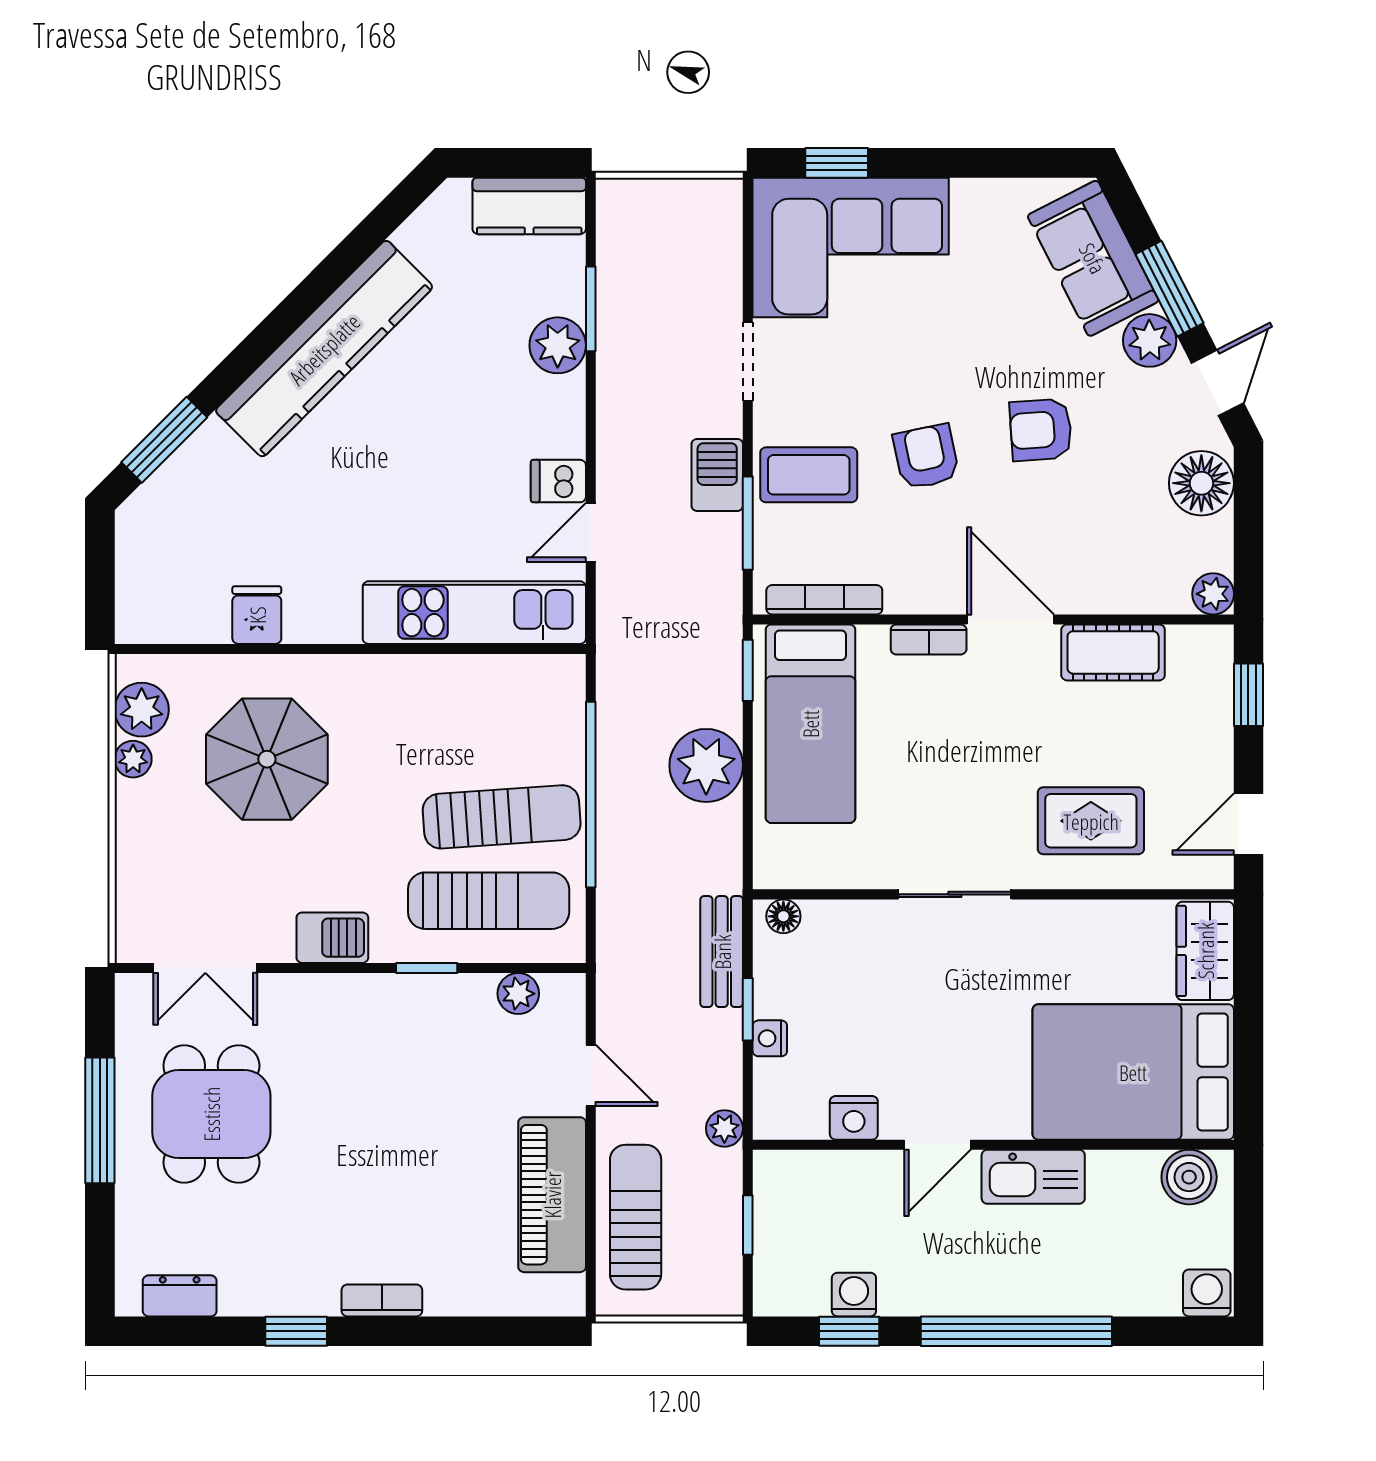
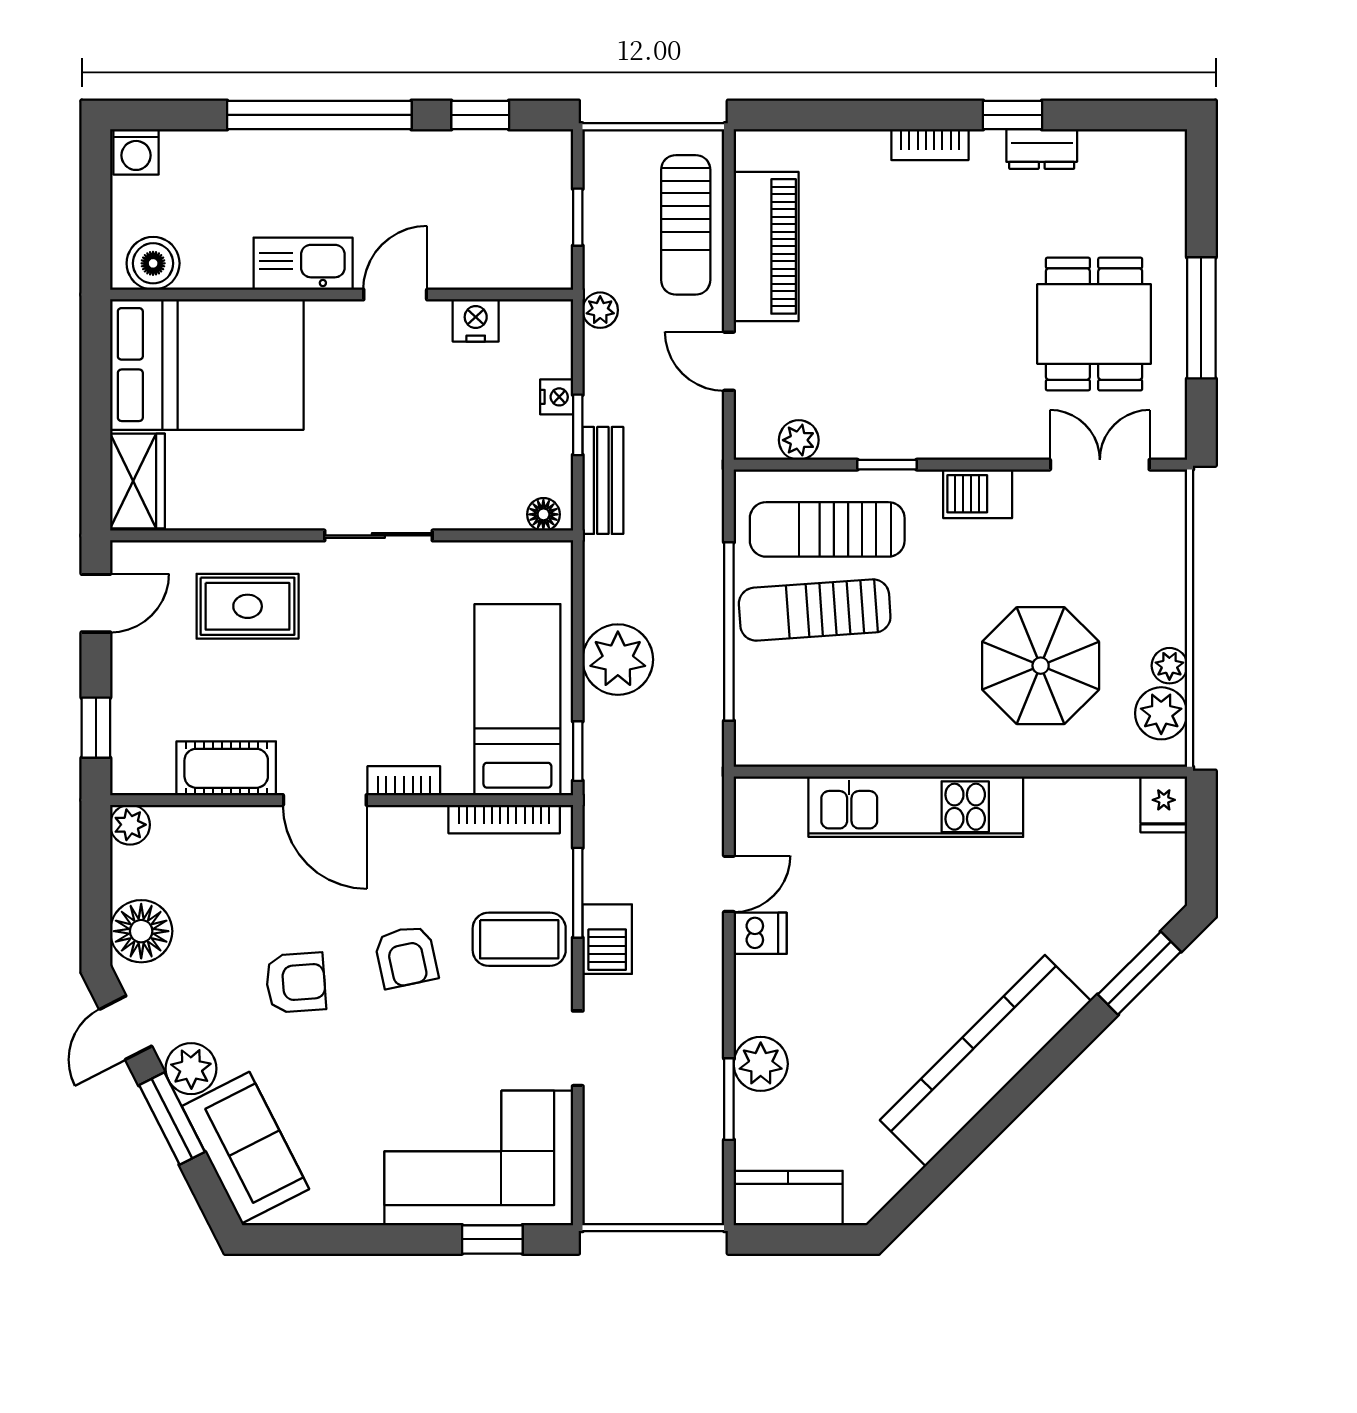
kitchen unit: (474, 613) -> (916, 807), moved
fridge: (257, 615) -> (1164, 804), moved
washing machine: (854, 1295) -> (476, 150), removed
dresser: (180, 1296) -> (1042, 149), moved

